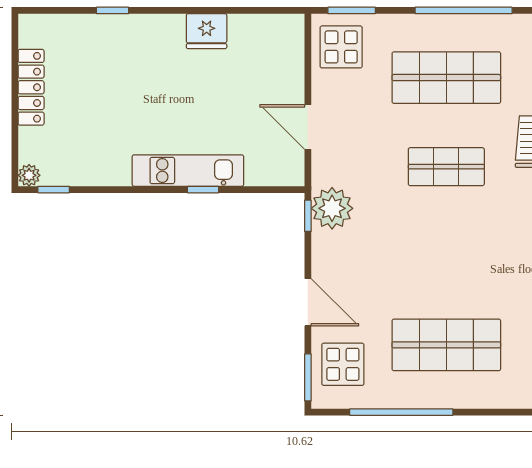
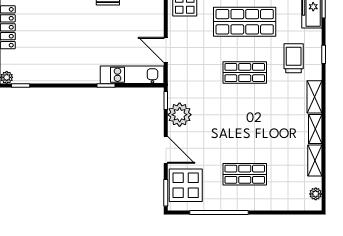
kitchen unit: (188, 171) -> (132, 75), moved
plant: (332, 208) -> (180, 115), moved
shop shelf: (446, 345) -> (245, 174), width x0.70, depth x0.74
display table: (343, 364) -> (186, 185), width x1.36, depth x1.36

